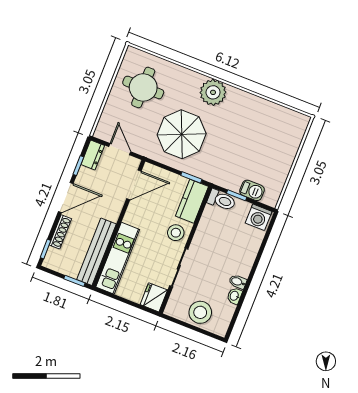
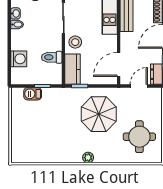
plant: (213, 92) -> (88, 158), width x0.53, depth x0.53
door: (120, 149) -> (139, 86), swing flipped
toilet: (222, 200) -> (52, 57), moved
washing machine: (259, 217) -> (19, 59), moved, turned 90

